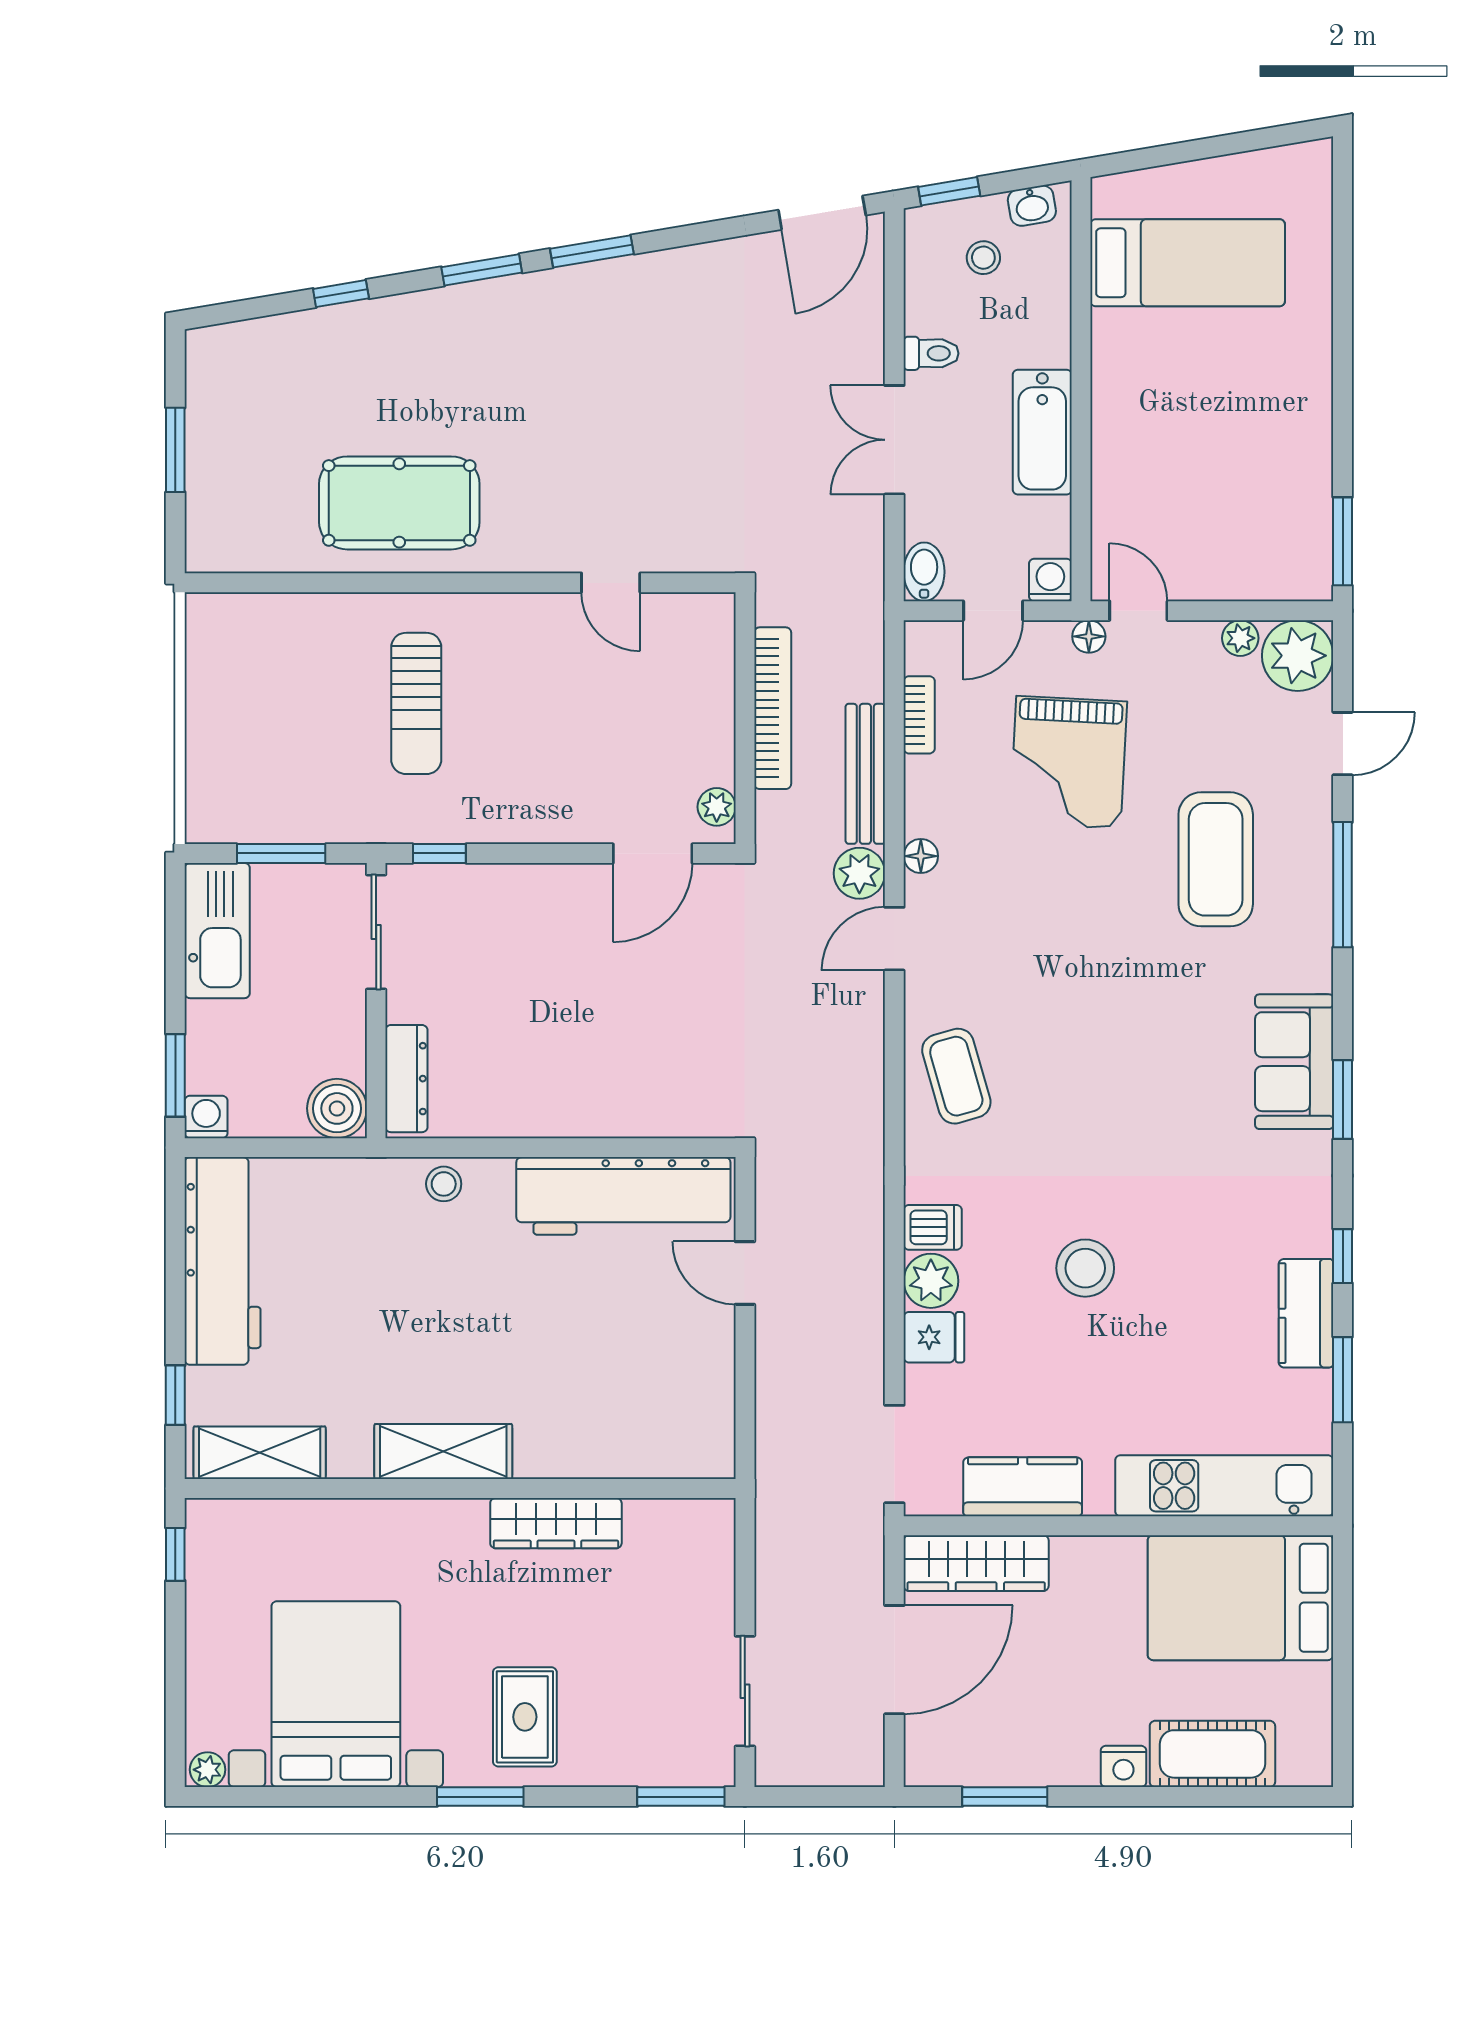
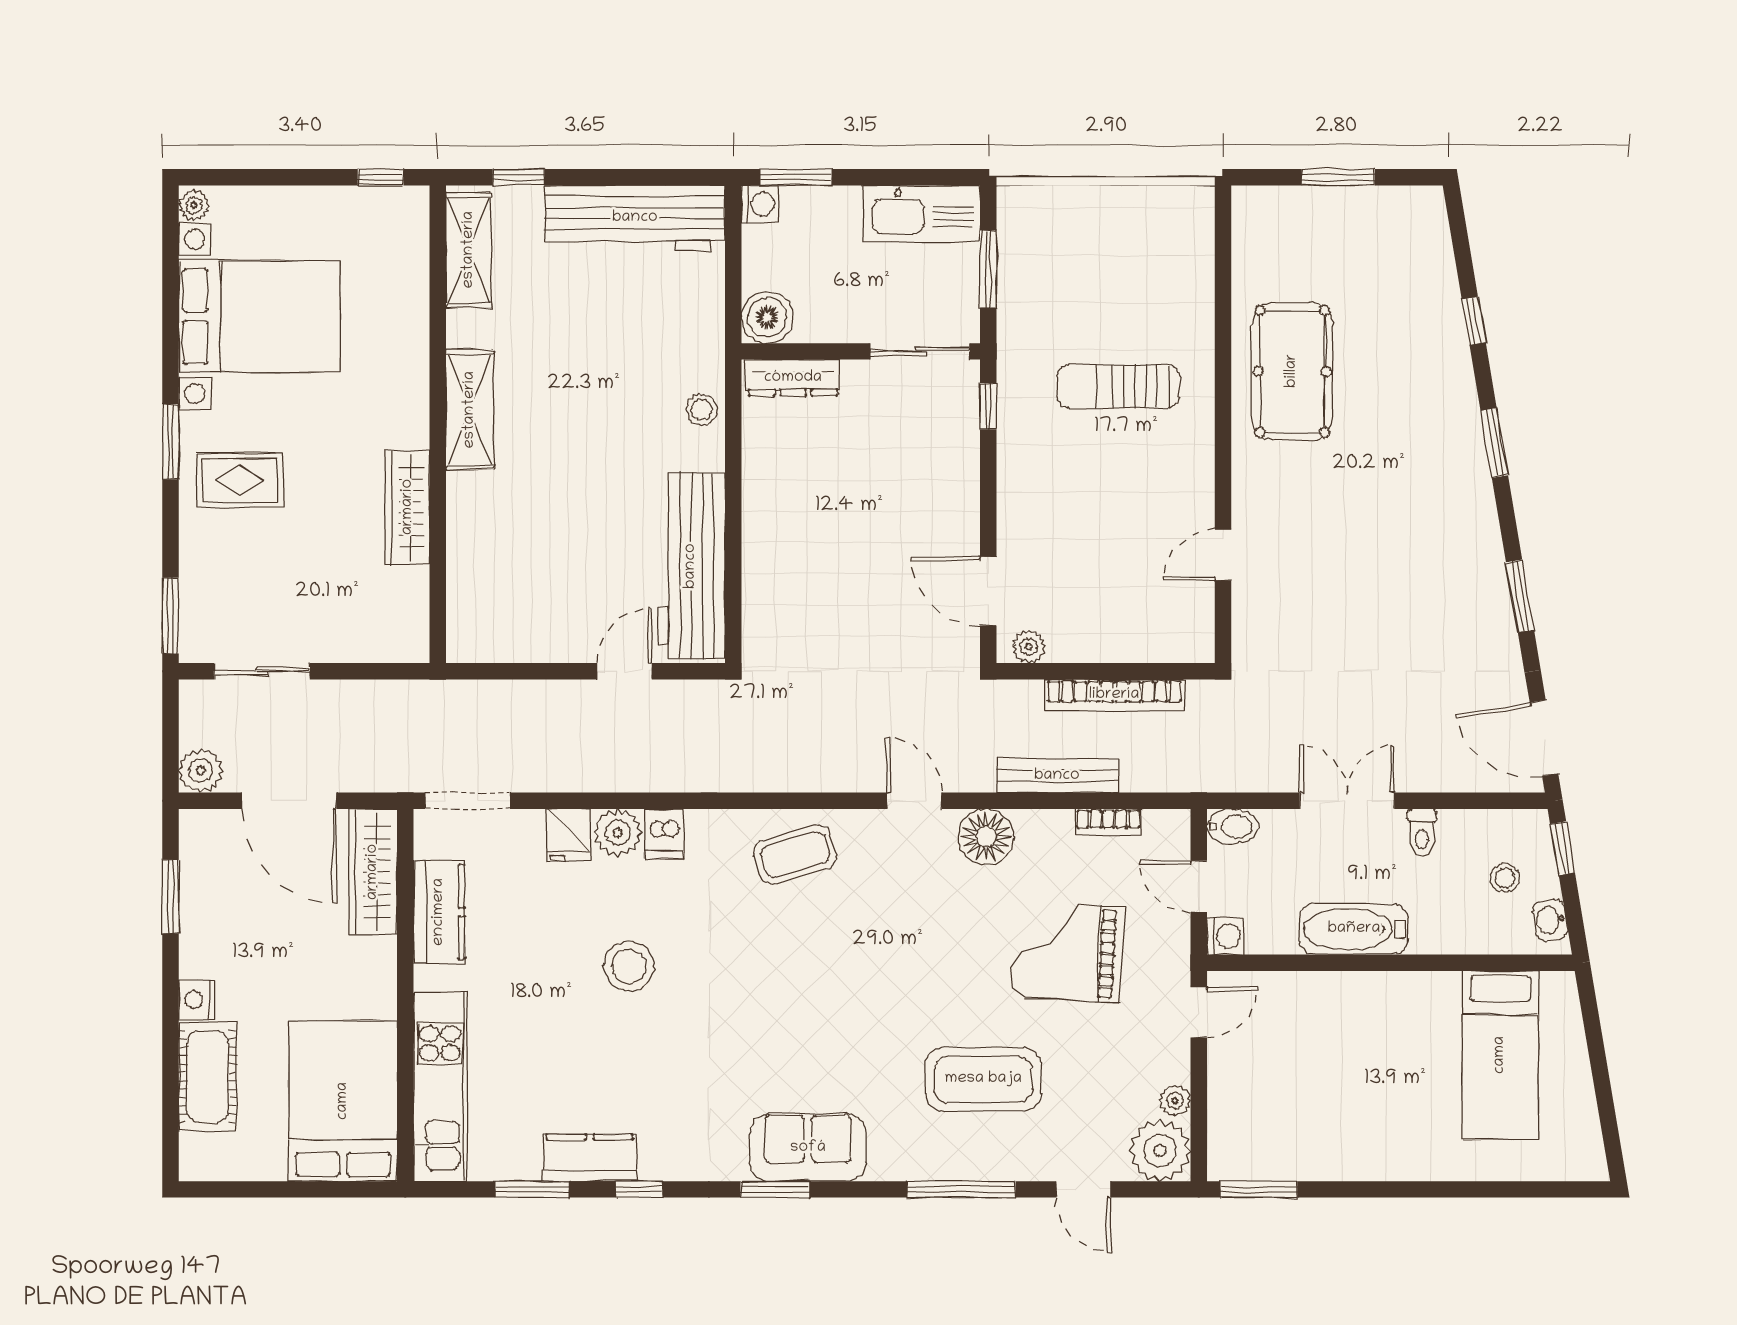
window: (592, 251) -> (1520, 596), moved
floor lamp: (1089, 636) -> (1176, 969), removed
floor lamp: (921, 856) -> (986, 837), width x1.89, depth x1.89
plant: (859, 873) -> (201, 770), moved

